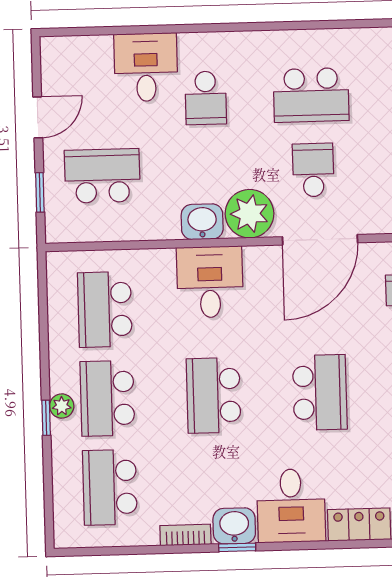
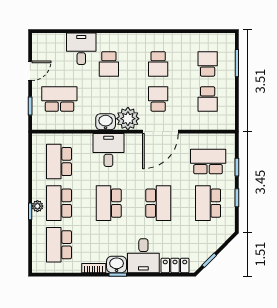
school desk: (311, 95) -> (158, 64), width x0.54

